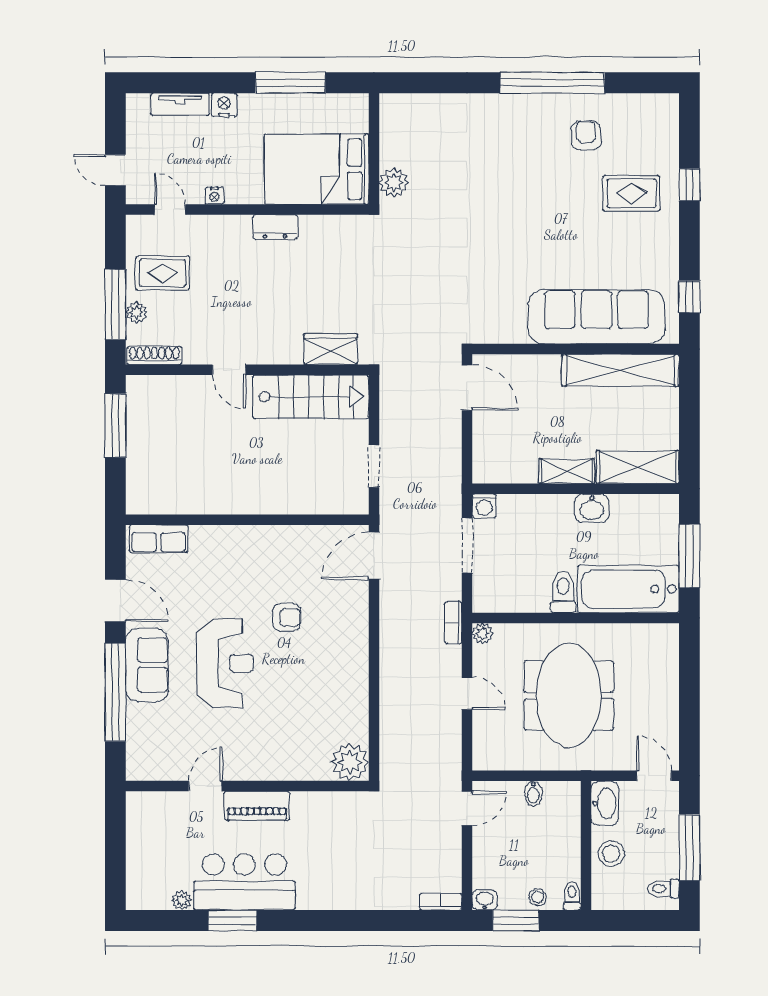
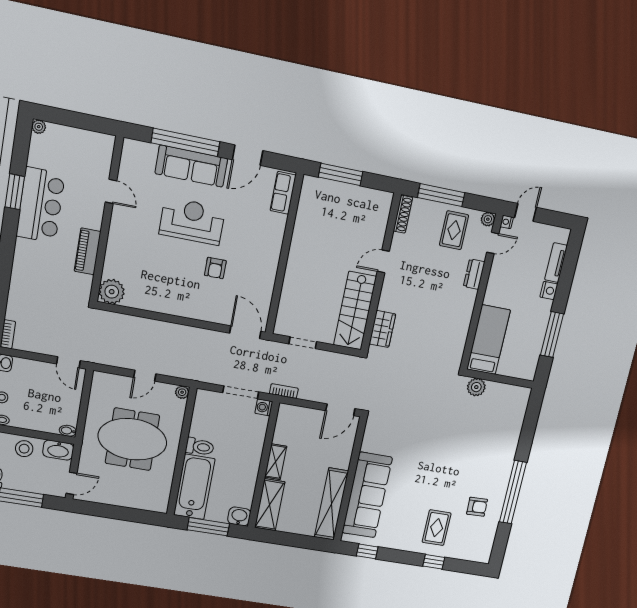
bed: (317, 169) -> (489, 340), width x0.67
nightstand: (214, 196) -> (507, 222), moved
dresser: (275, 227) -> (474, 274), moved
plant: (136, 313) -> (488, 219), moved
window: (115, 426) -> (341, 174), moved
washbasin: (592, 508) -> (239, 516), moved, turned 90
bookcase: (453, 623) -> (284, 391), moved
reception desk: (225, 663) -> (192, 221), turned 180
sofa: (147, 665) -> (191, 166), width x1.36
bidet: (533, 794) -> (68, 431), moved
piano: (257, 806) -> (88, 251), moved
plant: (182, 900) -> (39, 127), moved

